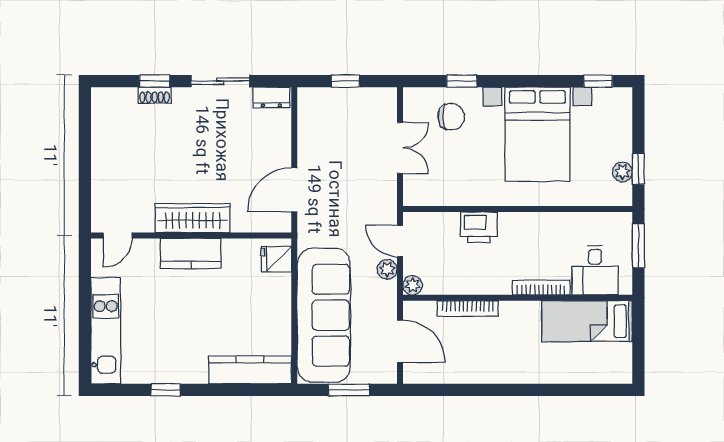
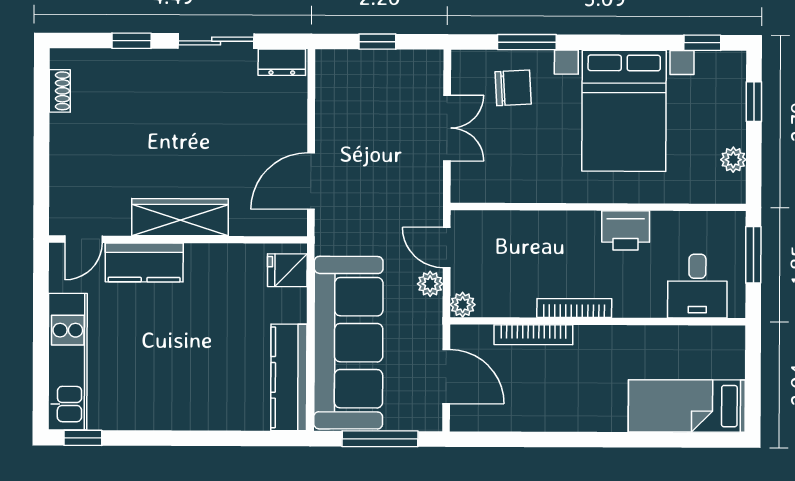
window: (462, 81) -> (527, 42), width x1.50
shoe rack: (155, 95) -> (60, 91), moved, turned -90
window: (638, 169) -> (754, 102), moved
printer: (479, 227) -> (626, 230), moved
kitchen counter: (191, 253) -> (144, 263), moved
bookcase: (541, 288) -> (574, 308), moved
bed: (587, 321) -> (687, 406), moved
kitchen counter: (250, 370) -> (289, 377), moved, turned -90
window: (166, 390) -> (83, 438), moved
window: (349, 390) -> (380, 439), width x1.44

